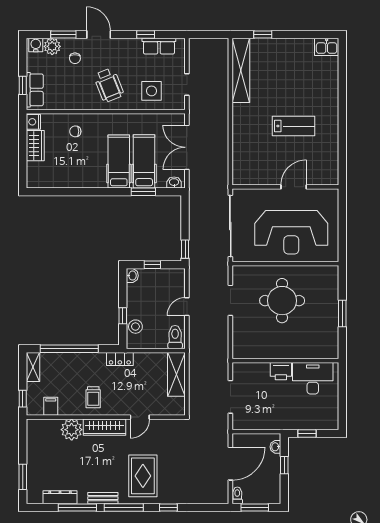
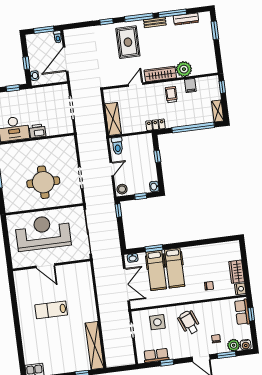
door: (294, 187) -> (45, 266), hinge flipped
stool: (135, 327) -> (122, 189), moved
filing cabinet: (51, 406) -> (190, 85), moved

